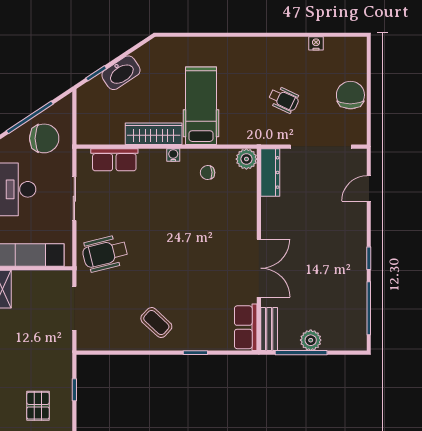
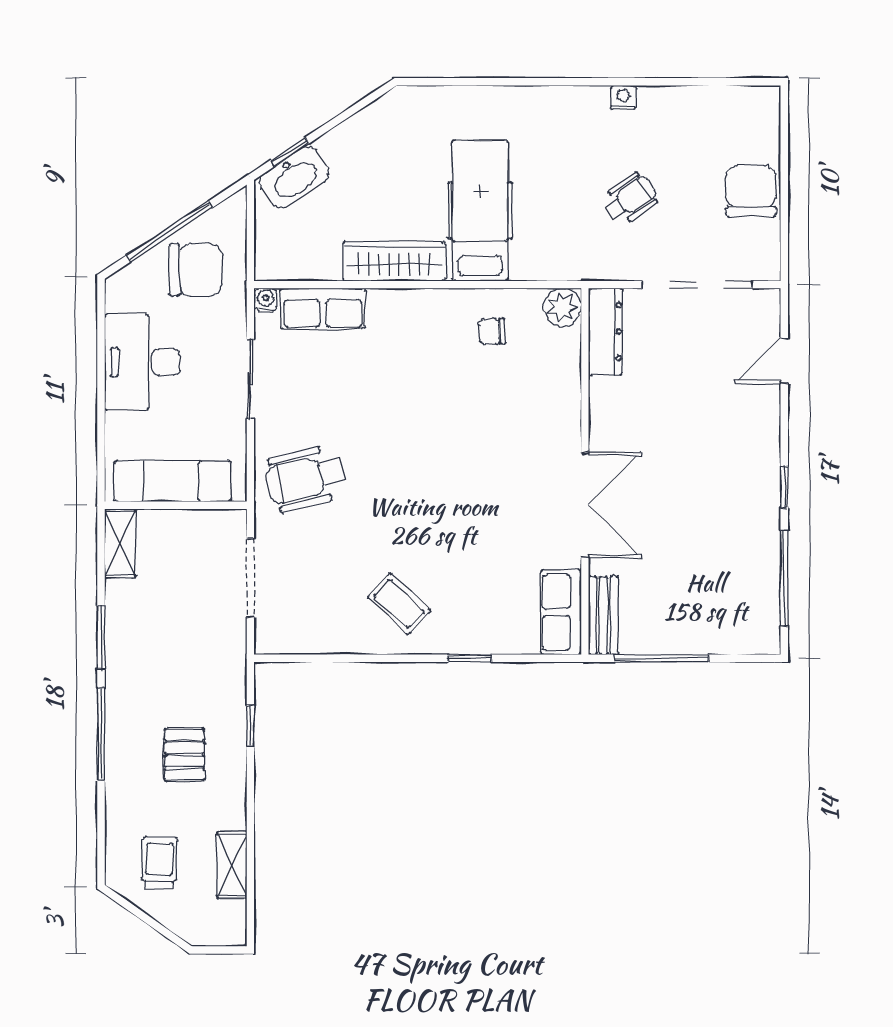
nightstand: (316, 43) -> (623, 97), moved
washbasin: (121, 73) -> (294, 177), moved
wheelchair: (284, 100) -> (630, 199), turned -60
water cooler: (173, 155) -> (266, 300), moved
plant: (311, 340) -> (679, 636), removed

